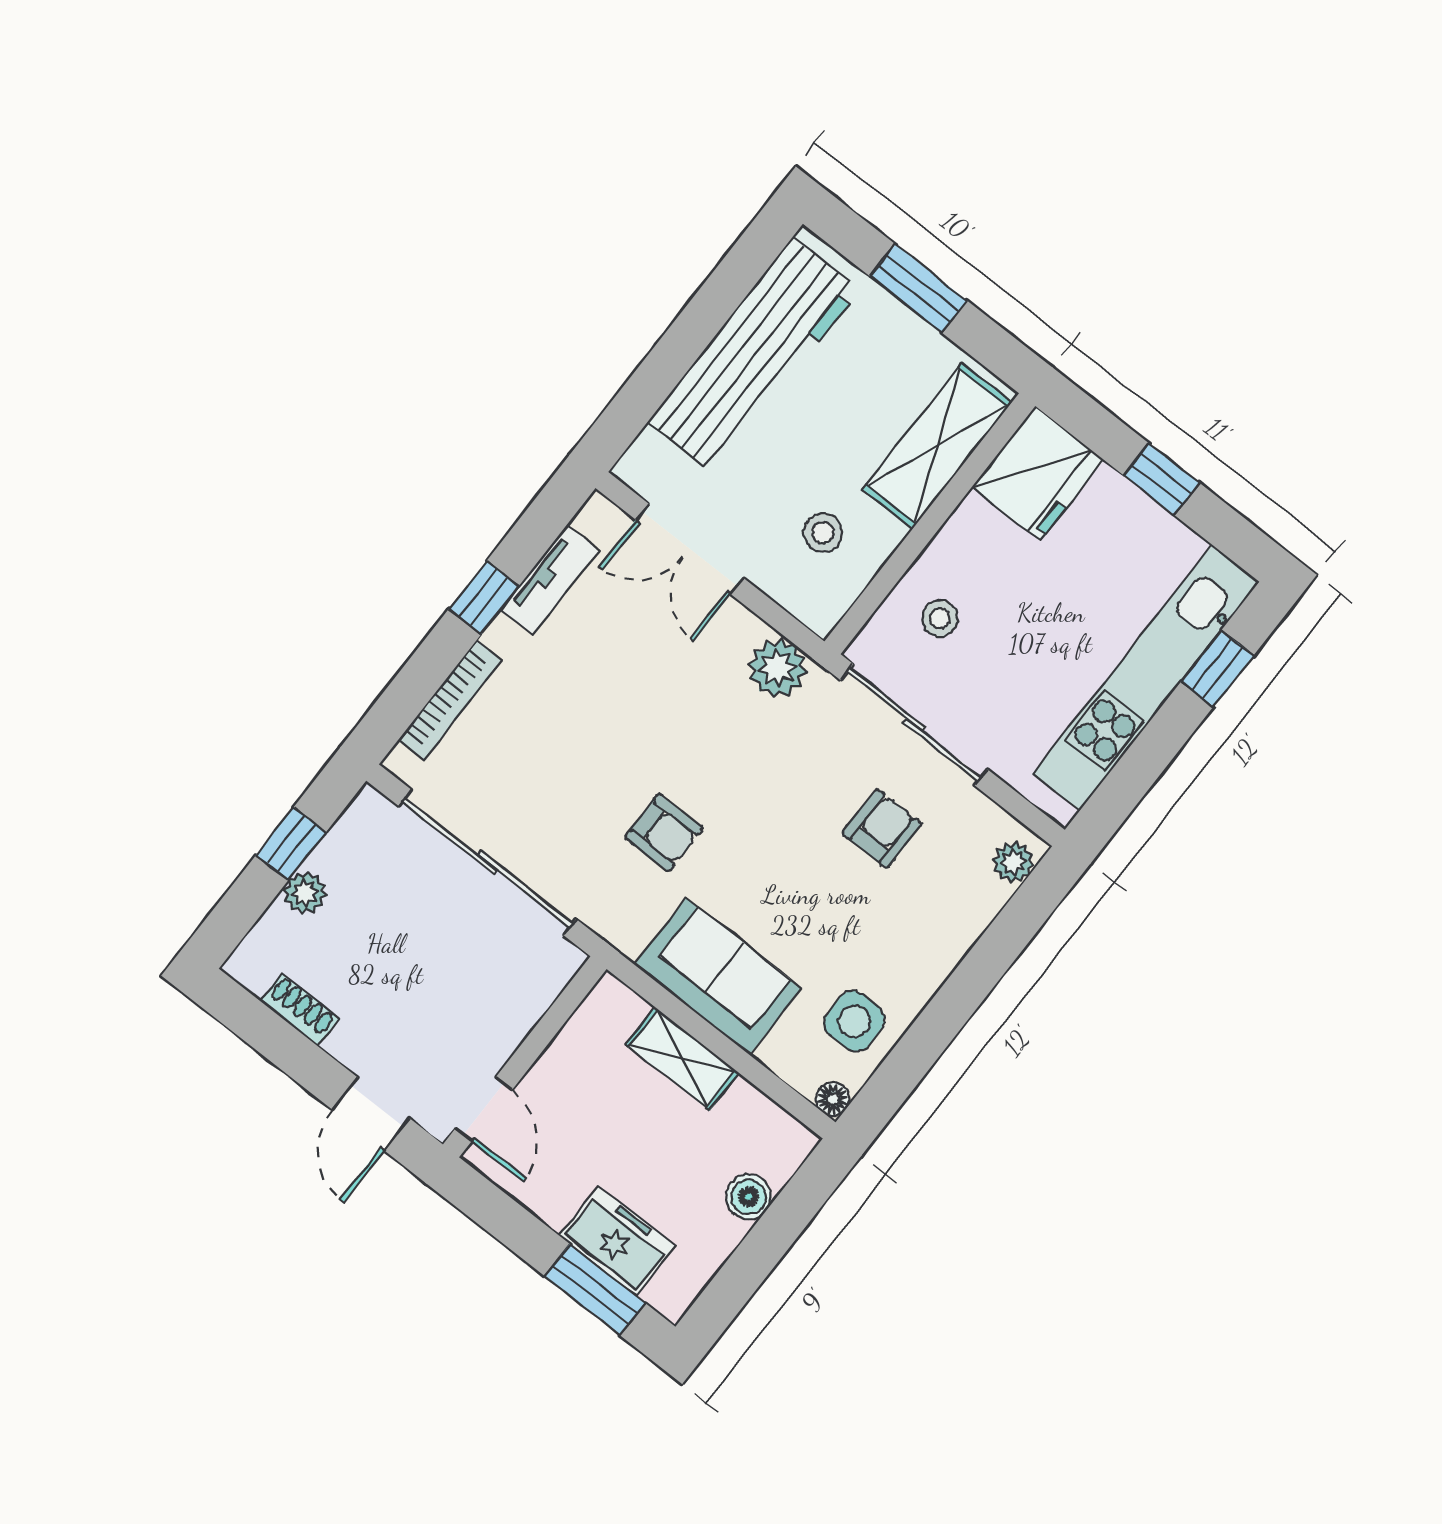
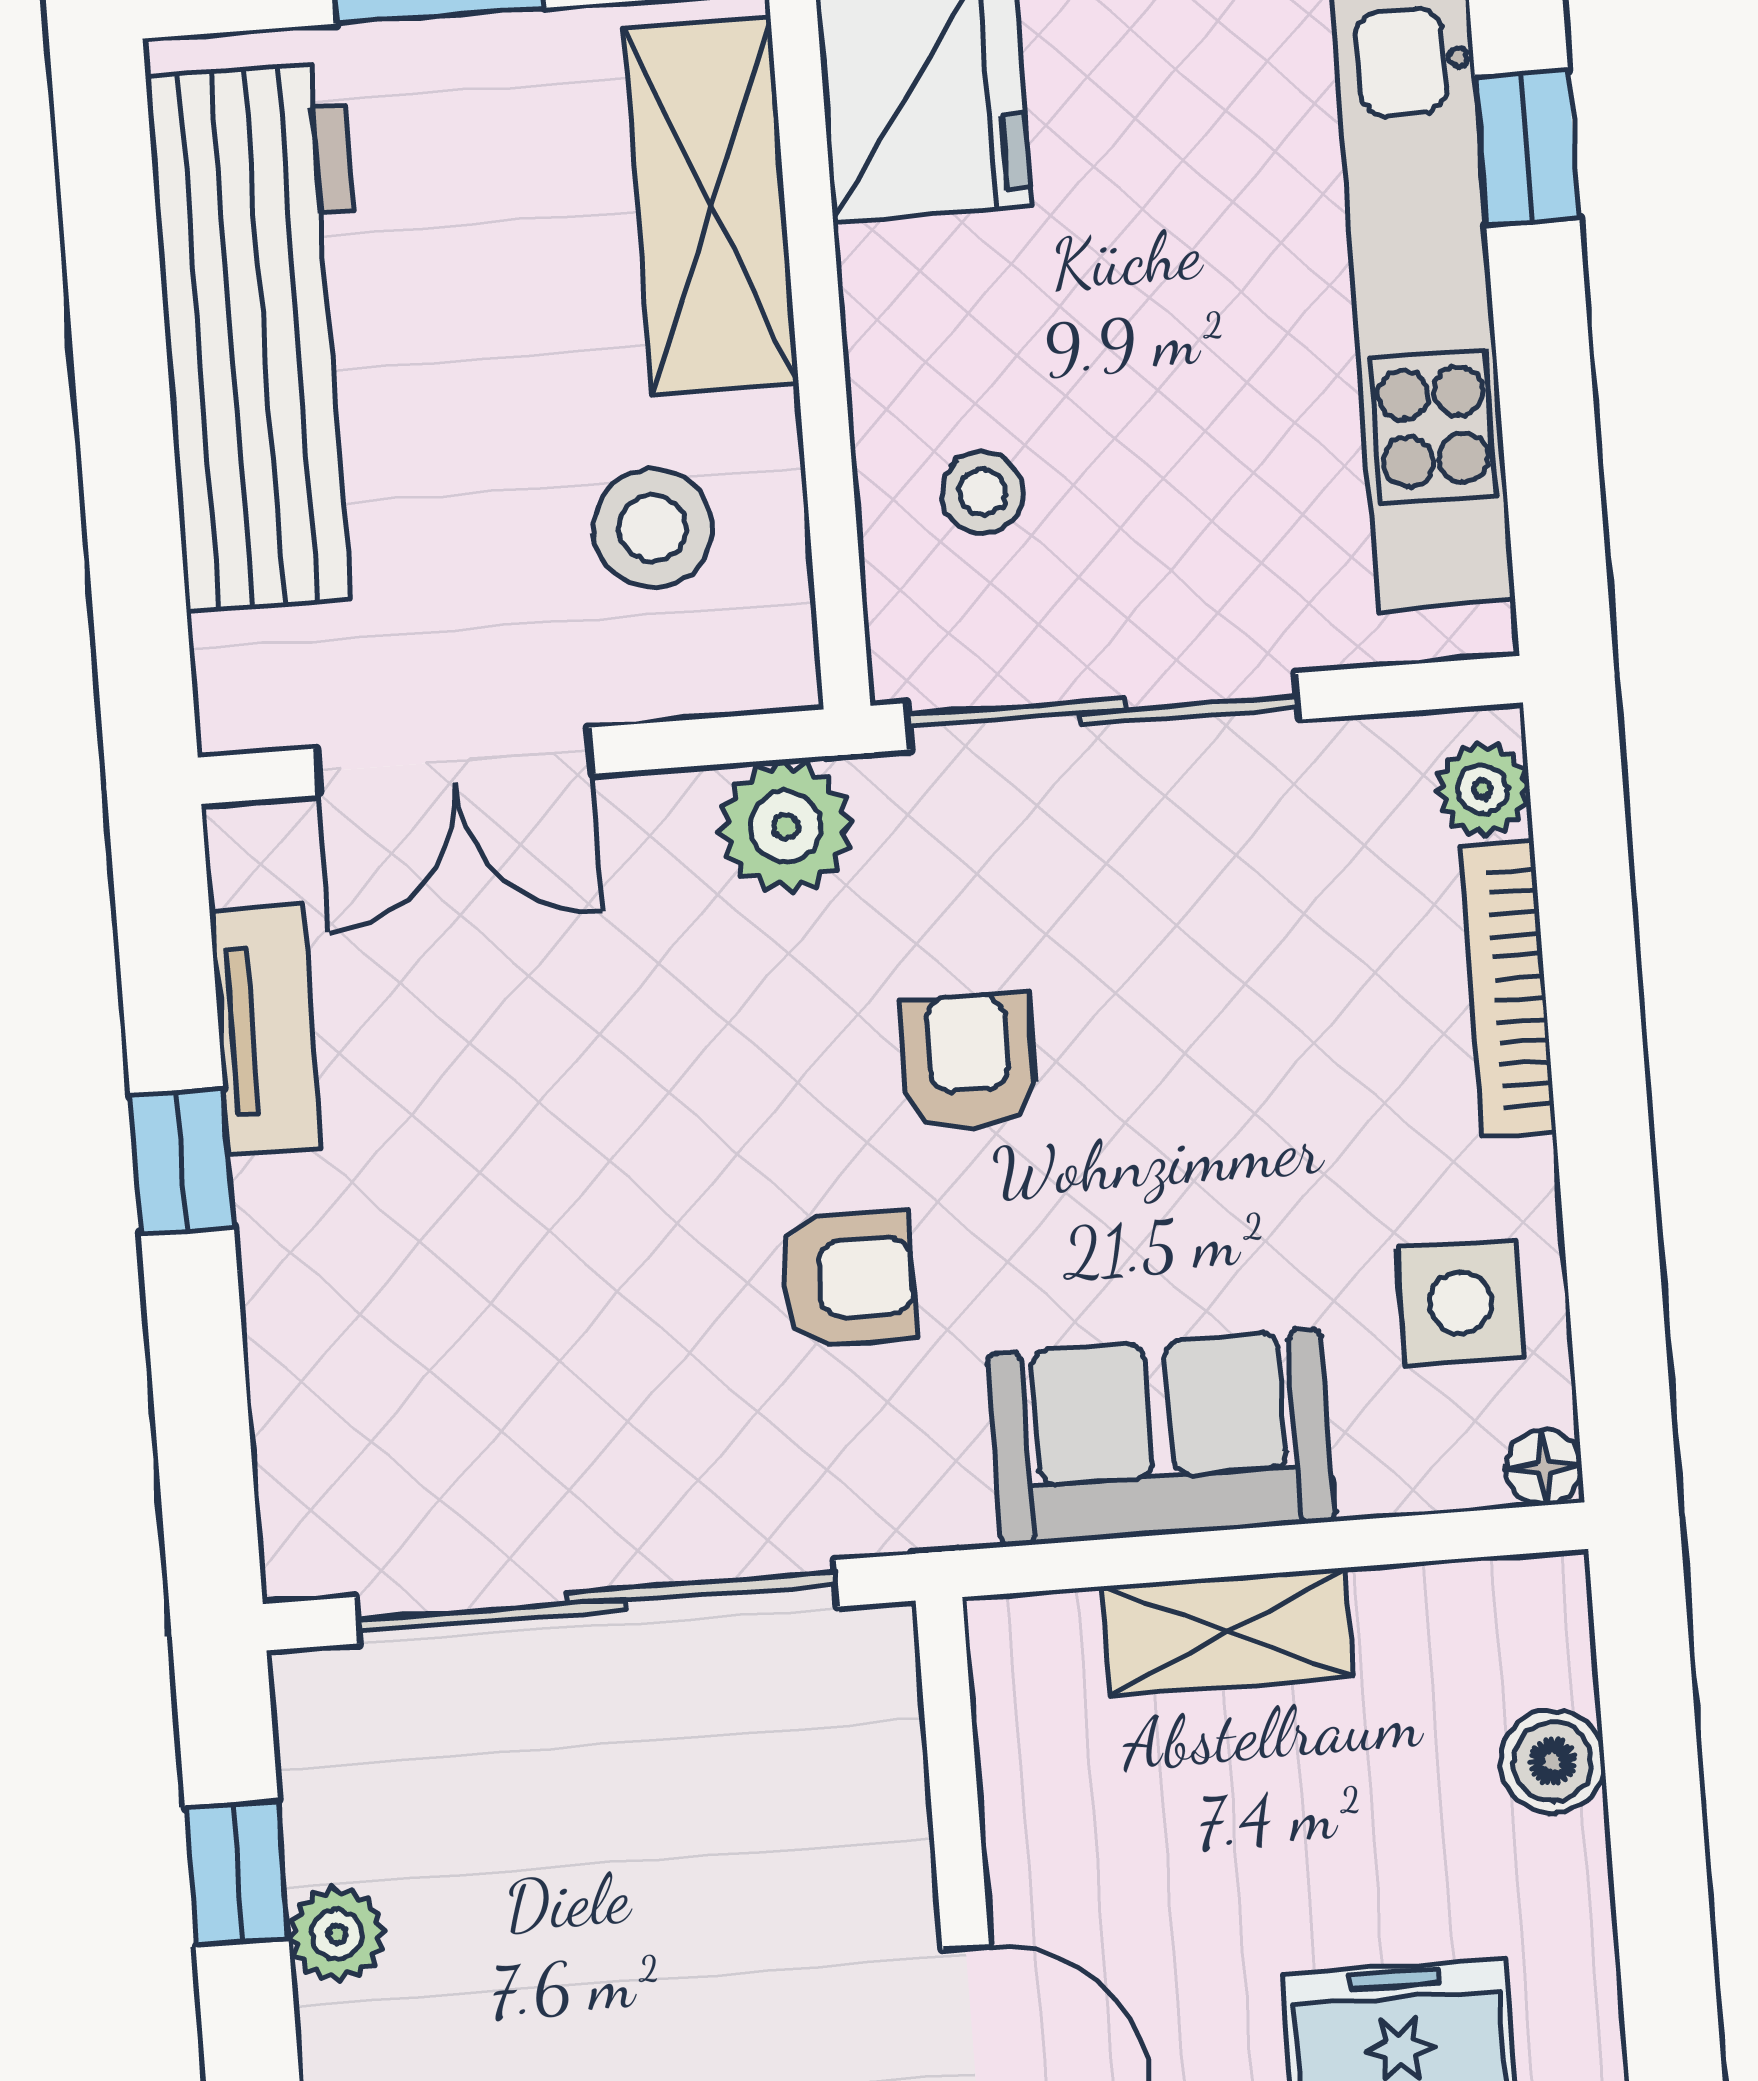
stool: (823, 532) -> (653, 528), width x1.37, depth x1.37
bookcase: (450, 700) -> (1508, 989), moved, turned 180
armchair: (882, 829) -> (968, 1062), moved

